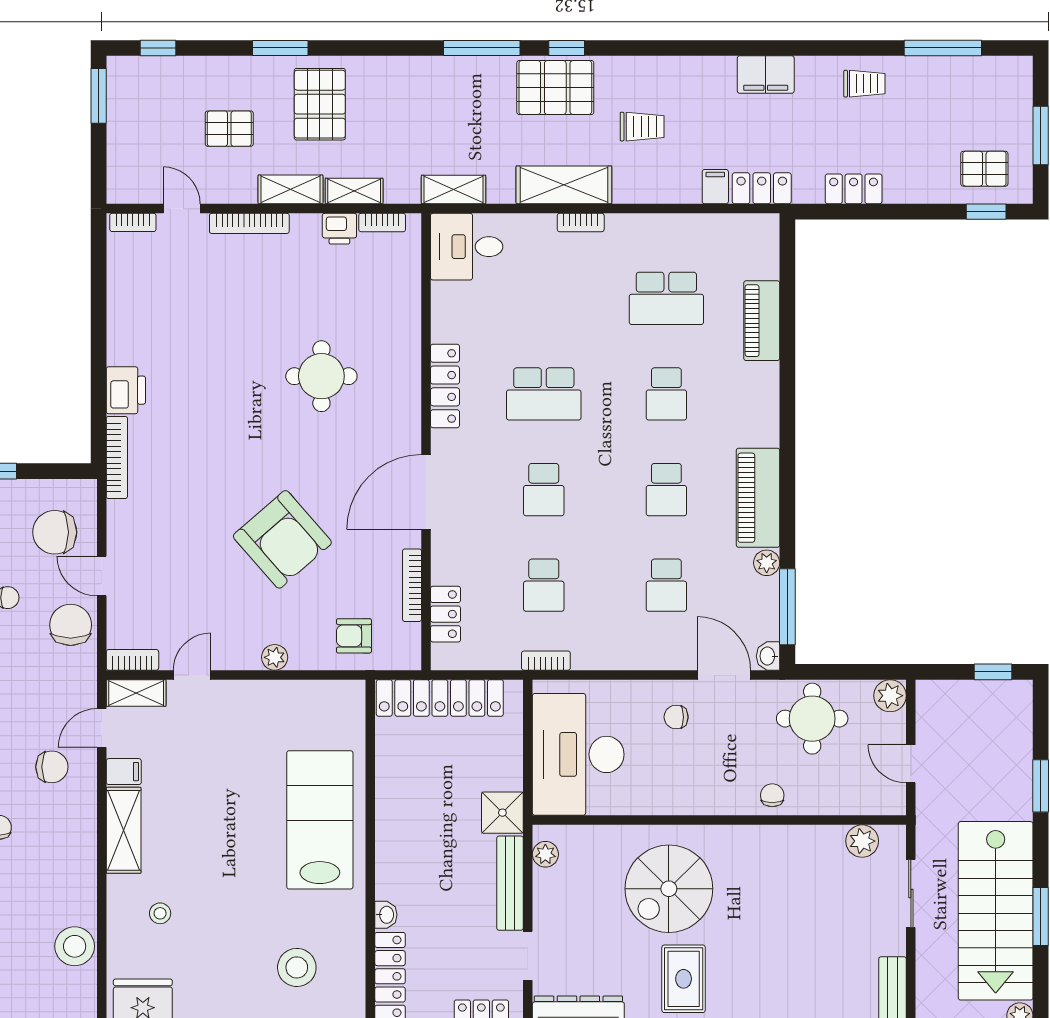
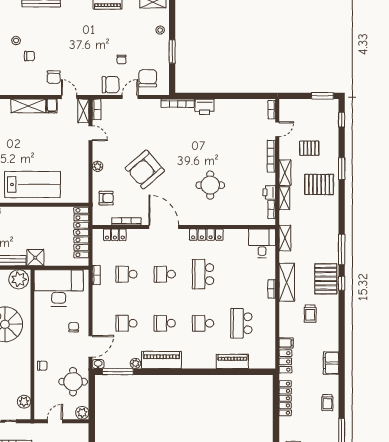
pallet: (229, 129) -> (309, 148), turned 90
locker: (854, 189) -> (285, 398), width x1.53
armchair: (354, 636) -> (106, 198), turned 90
plant: (545, 854) -> (19, 279), width x1.88, depth x1.88

